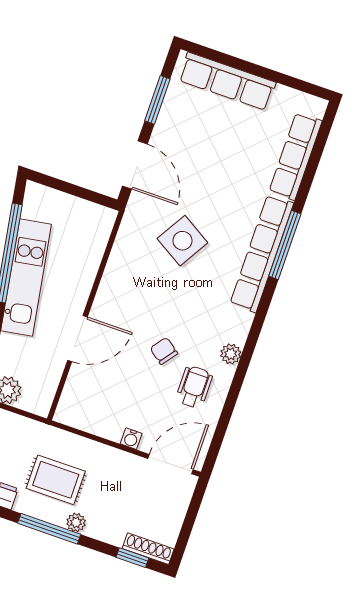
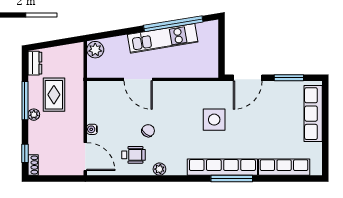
side table: (182, 241) -> (214, 120), turned -31
shoe rack: (148, 549) -> (33, 165), width x0.70

